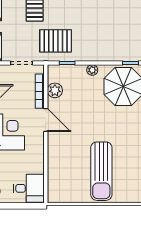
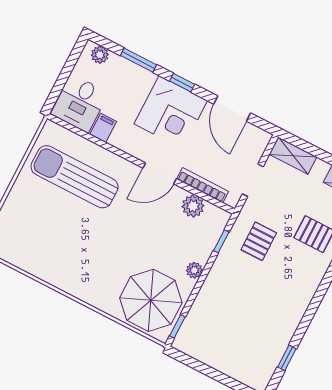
pallet: (56, 41) -> (259, 241), width x0.67, depth x0.71
filing cabinet: (36, 167) -> (103, 128), added
sun lounger: (101, 171) -> (75, 177), moved

